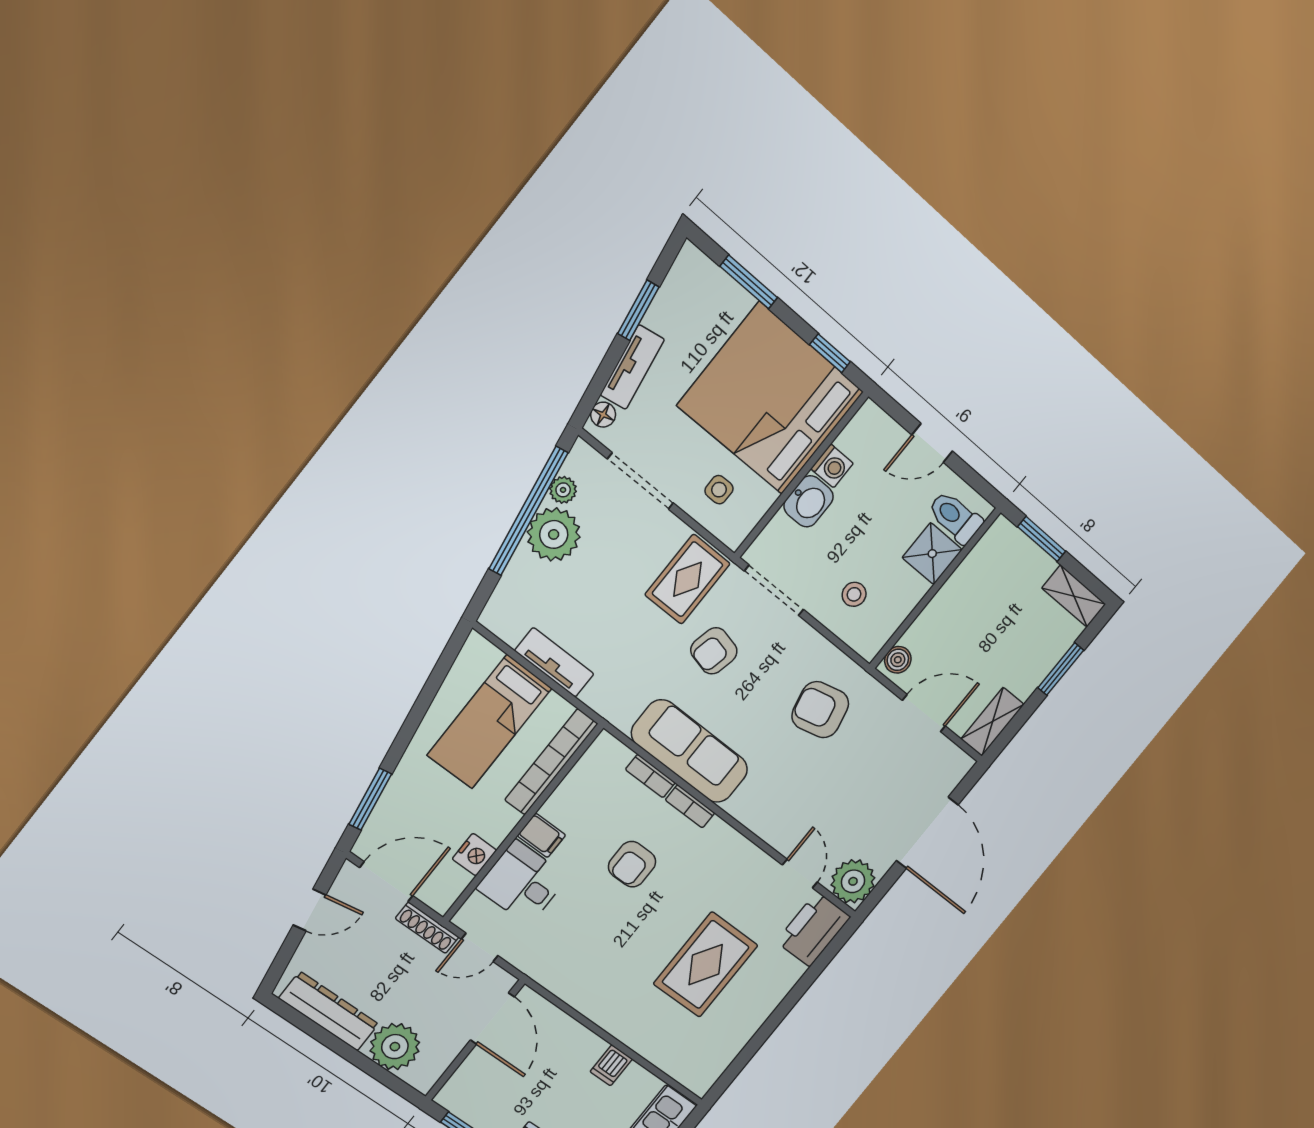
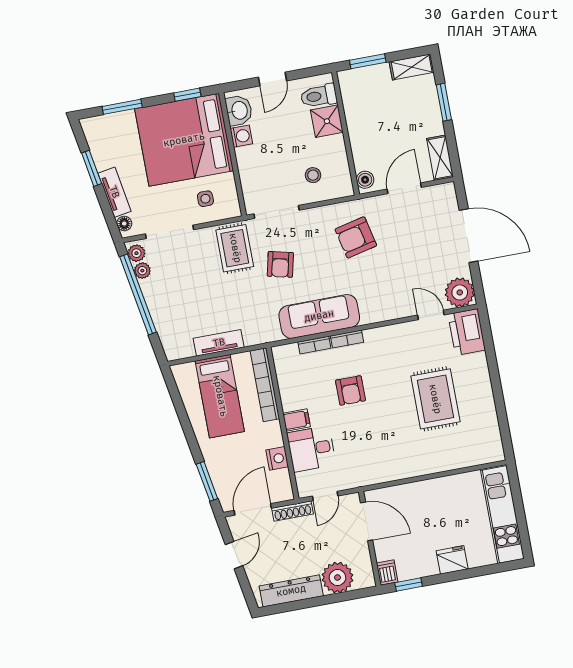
washbasin: (809, 501) -> (239, 110), moved
plant: (554, 534) -> (136, 253), moved, width x0.53, depth x0.53
dishwasher: (611, 1065) -> (387, 573), moved, turned 180

